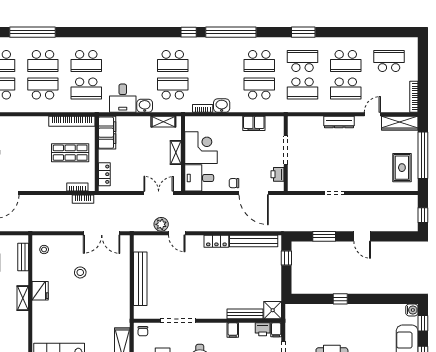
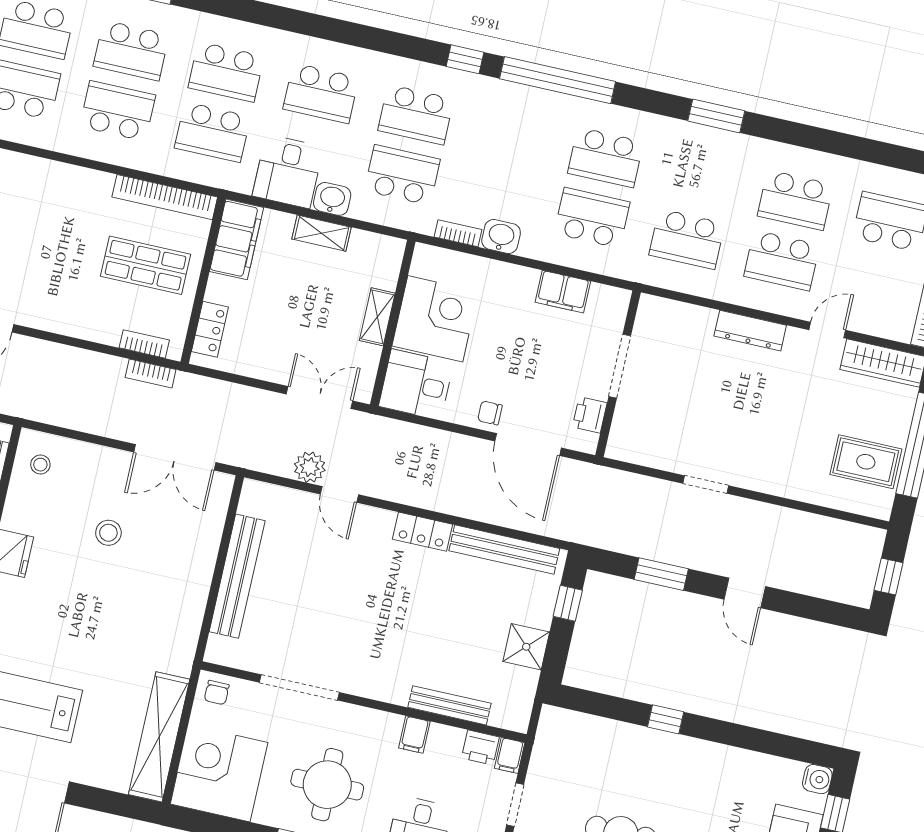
school desk: (303, 61) -> (321, 93), moved, turned 180
shelving: (163, 122) -> (322, 233), moved
rug: (402, 168) -> (866, 462), turned 90
shower: (273, 310) -> (526, 647), moved

